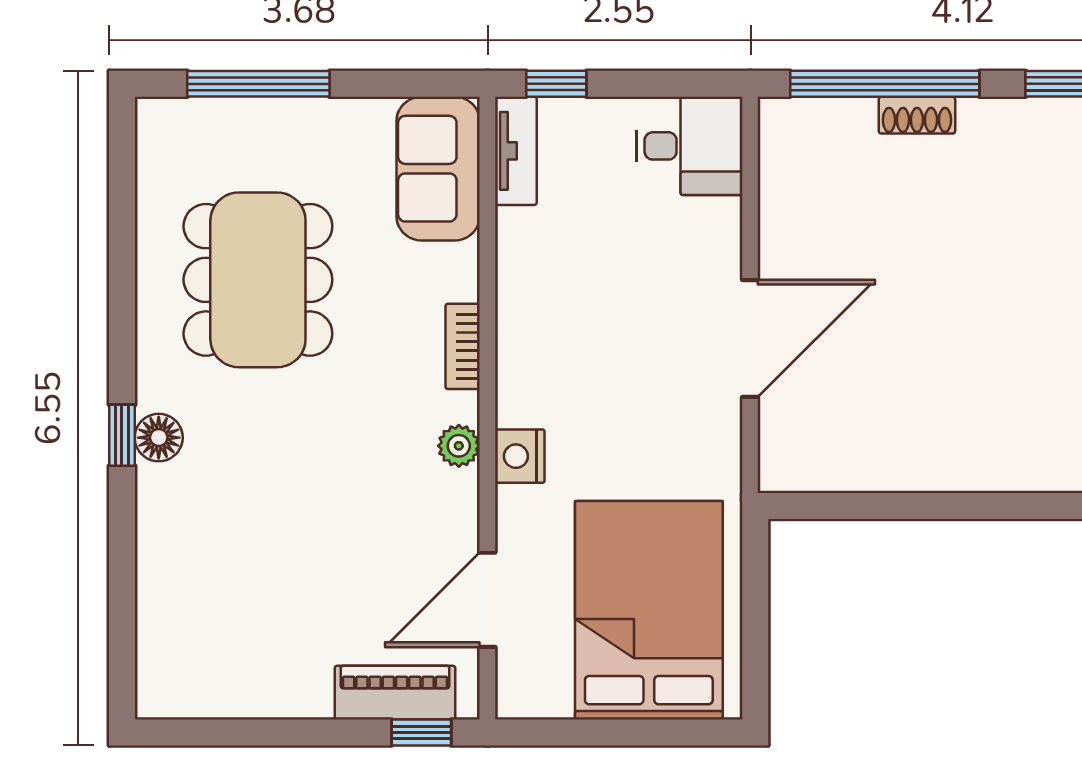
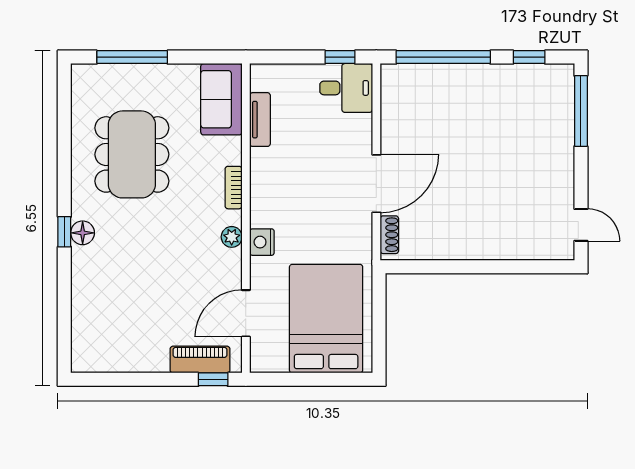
window: (556, 84) -> (340, 57), moved
shoe rack: (917, 115) -> (389, 235), moved, turned -90
tv unit: (516, 151) -> (260, 120), moved

